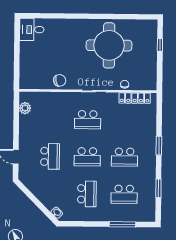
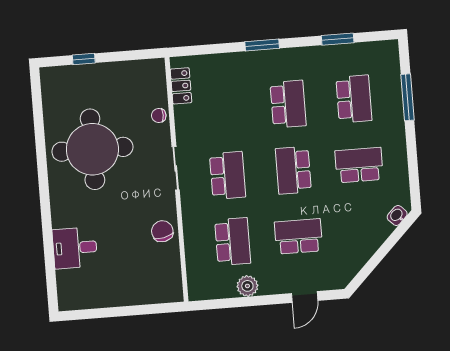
desk: (32, 30) -> (75, 248), moved, turned 90
locker: (135, 98) -> (181, 86), width x0.66
plant: (25, 108) -> (247, 286), moved
school desk: (50, 119) -> (233, 242), added
school desk: (87, 157) -> (293, 170), turned 180

